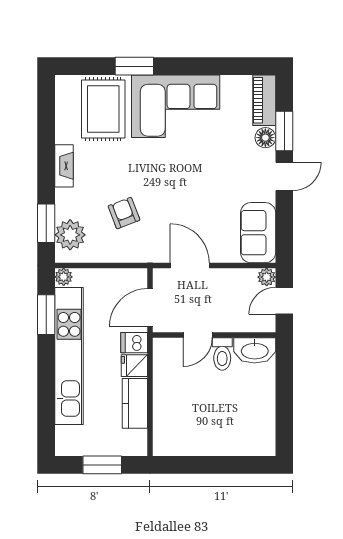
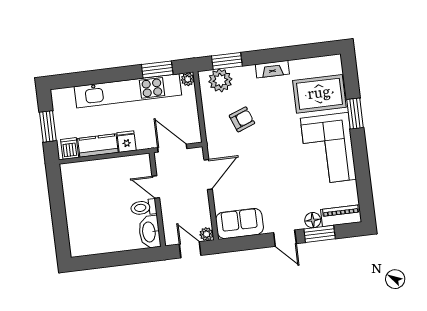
dishwasher: (134, 343) -> (70, 148), moved

